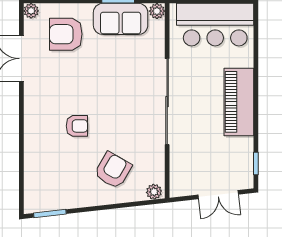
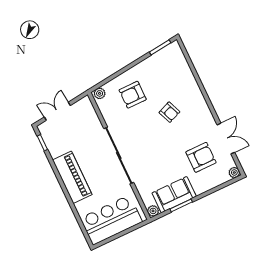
armchair: (66, 34) -> (201, 157), moved
armchair: (77, 126) -> (169, 112), turned -112
armchair: (113, 170) -> (133, 95), turned 60

